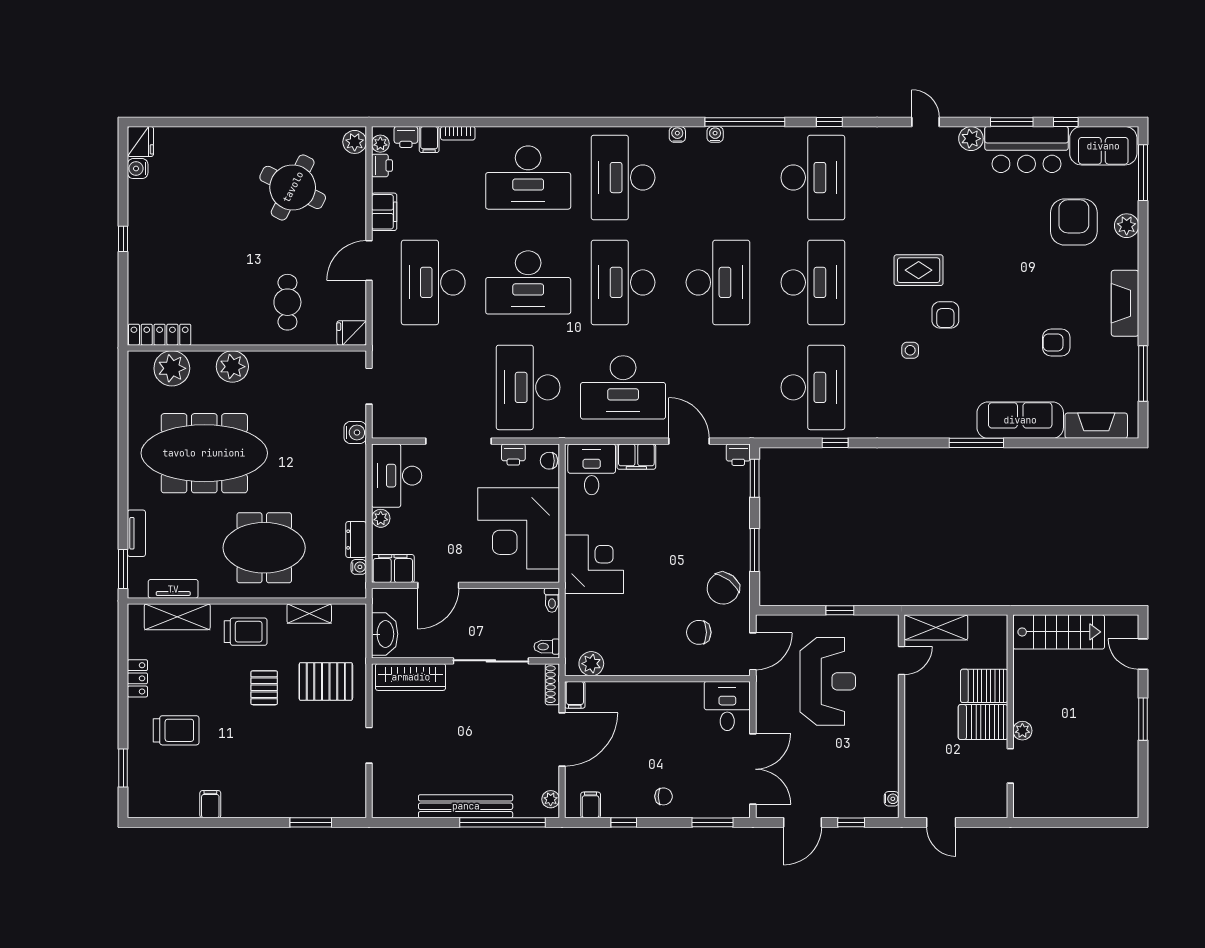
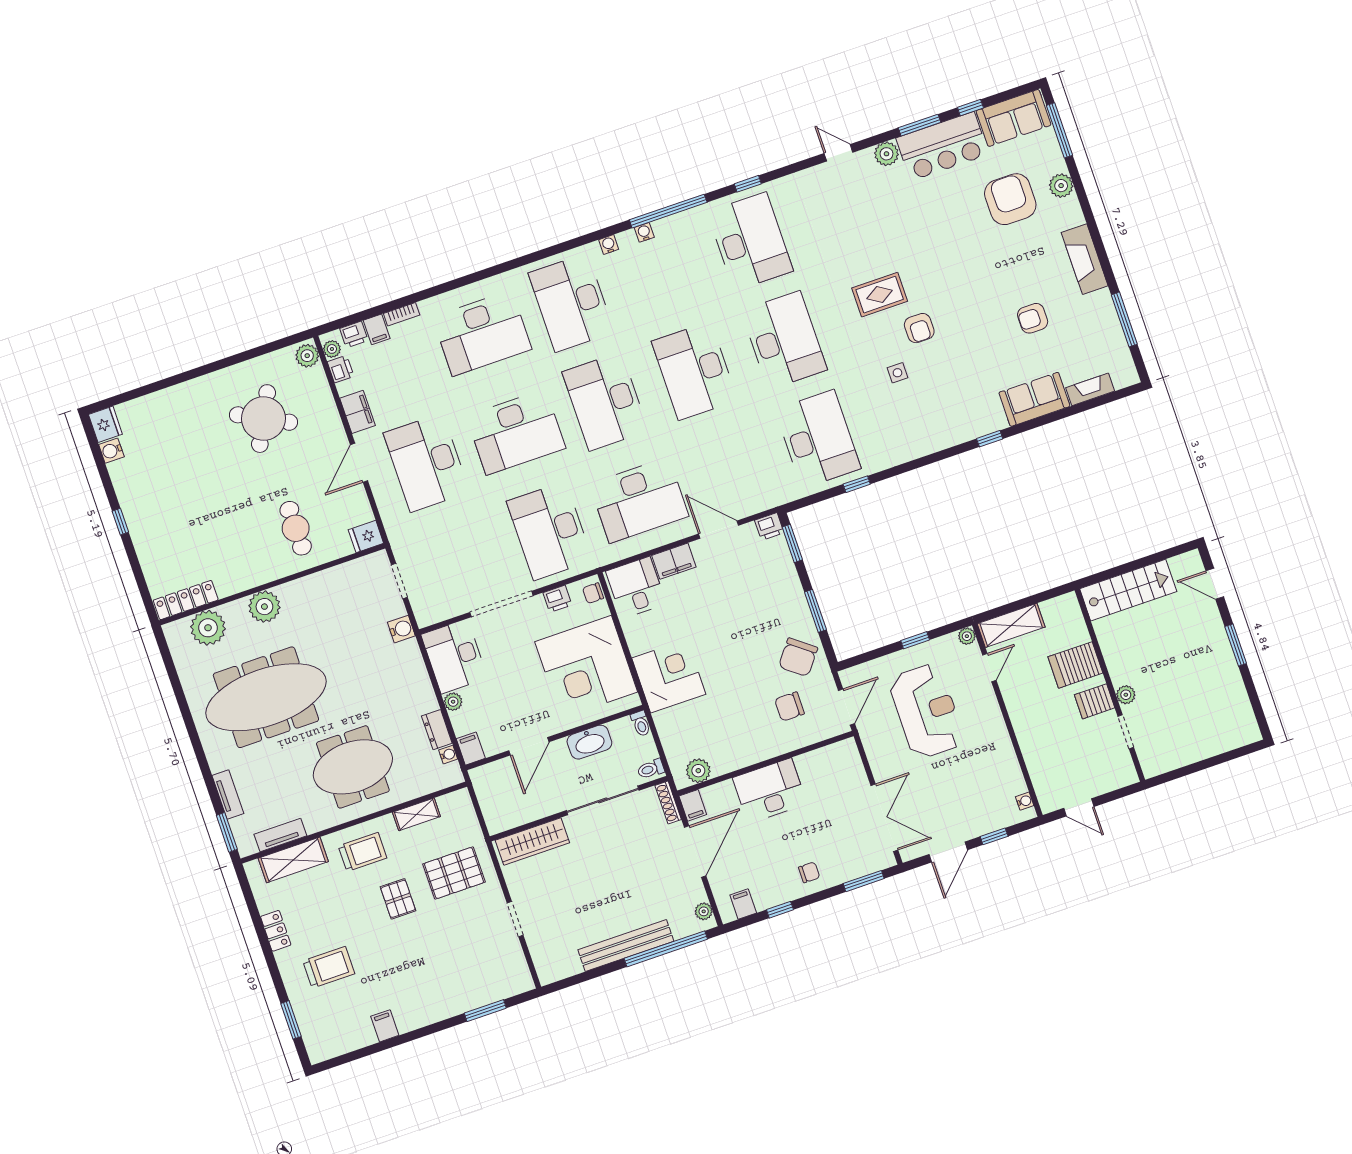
desk: (718, 282) -> (695, 371), turned 180
sofa: (1020, 420) -> (1034, 399), width x0.73
fireplace: (1096, 426) -> (1090, 389), width x0.73, depth x0.76
window: (976, 443) -> (990, 439), width x0.46
filing cabinet: (393, 569) -> (471, 749), width x0.50
plant: (890, 623) -> (967, 636), added
washbasin: (385, 634) -> (589, 742), moved, turned 90
desk: (727, 706) -> (770, 791), moved, width x1.37
server rack: (983, 722) -> (1095, 701), width x0.73, depth x0.70

